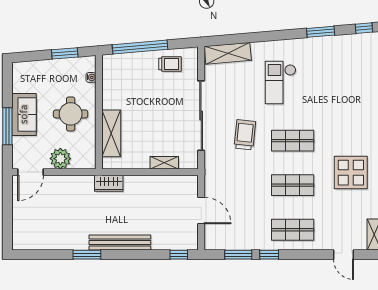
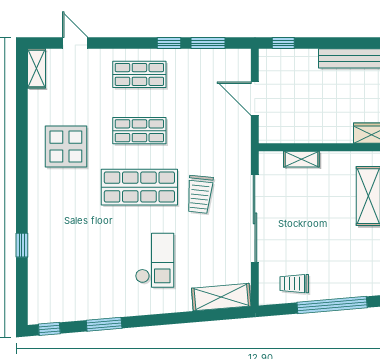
shop shelf: (293, 141) -> (139, 187), width x1.43, depth x1.36

